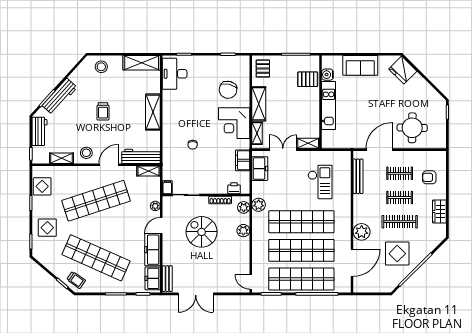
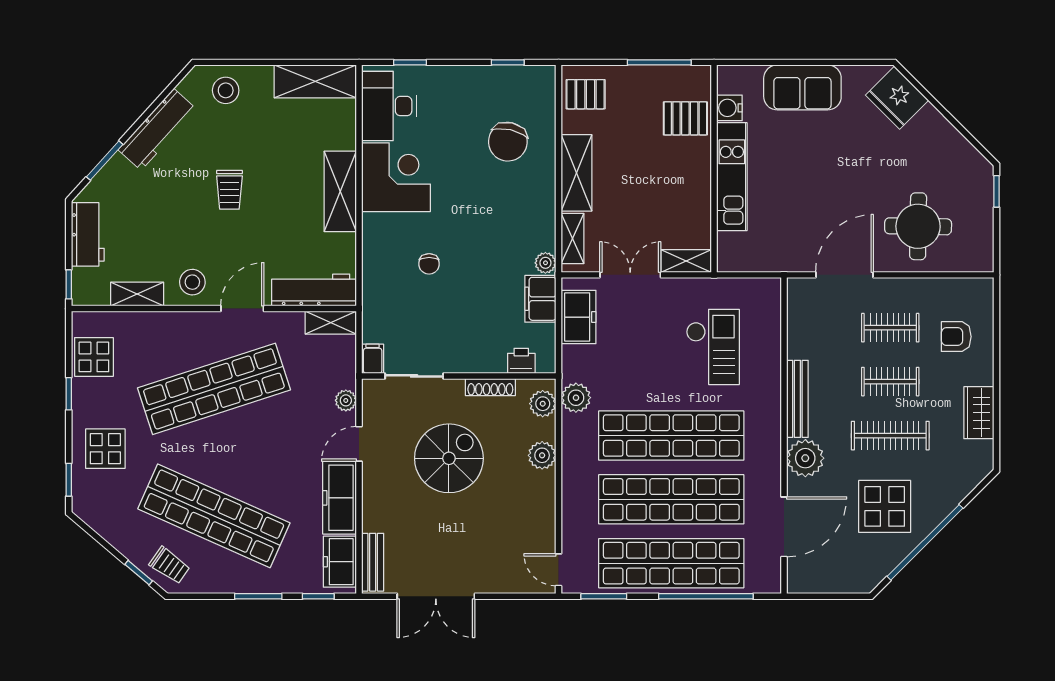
pallet: (263, 68) -> (586, 94), turned 90
workbench: (60, 96) -> (157, 129), moved
corner desk: (234, 123) -> (396, 177), moved, turned 180
plant: (245, 144) -> (545, 263), added
bench: (358, 176) -> (797, 399), moved
spiral stairs: (202, 232) -> (449, 458), turned 90

